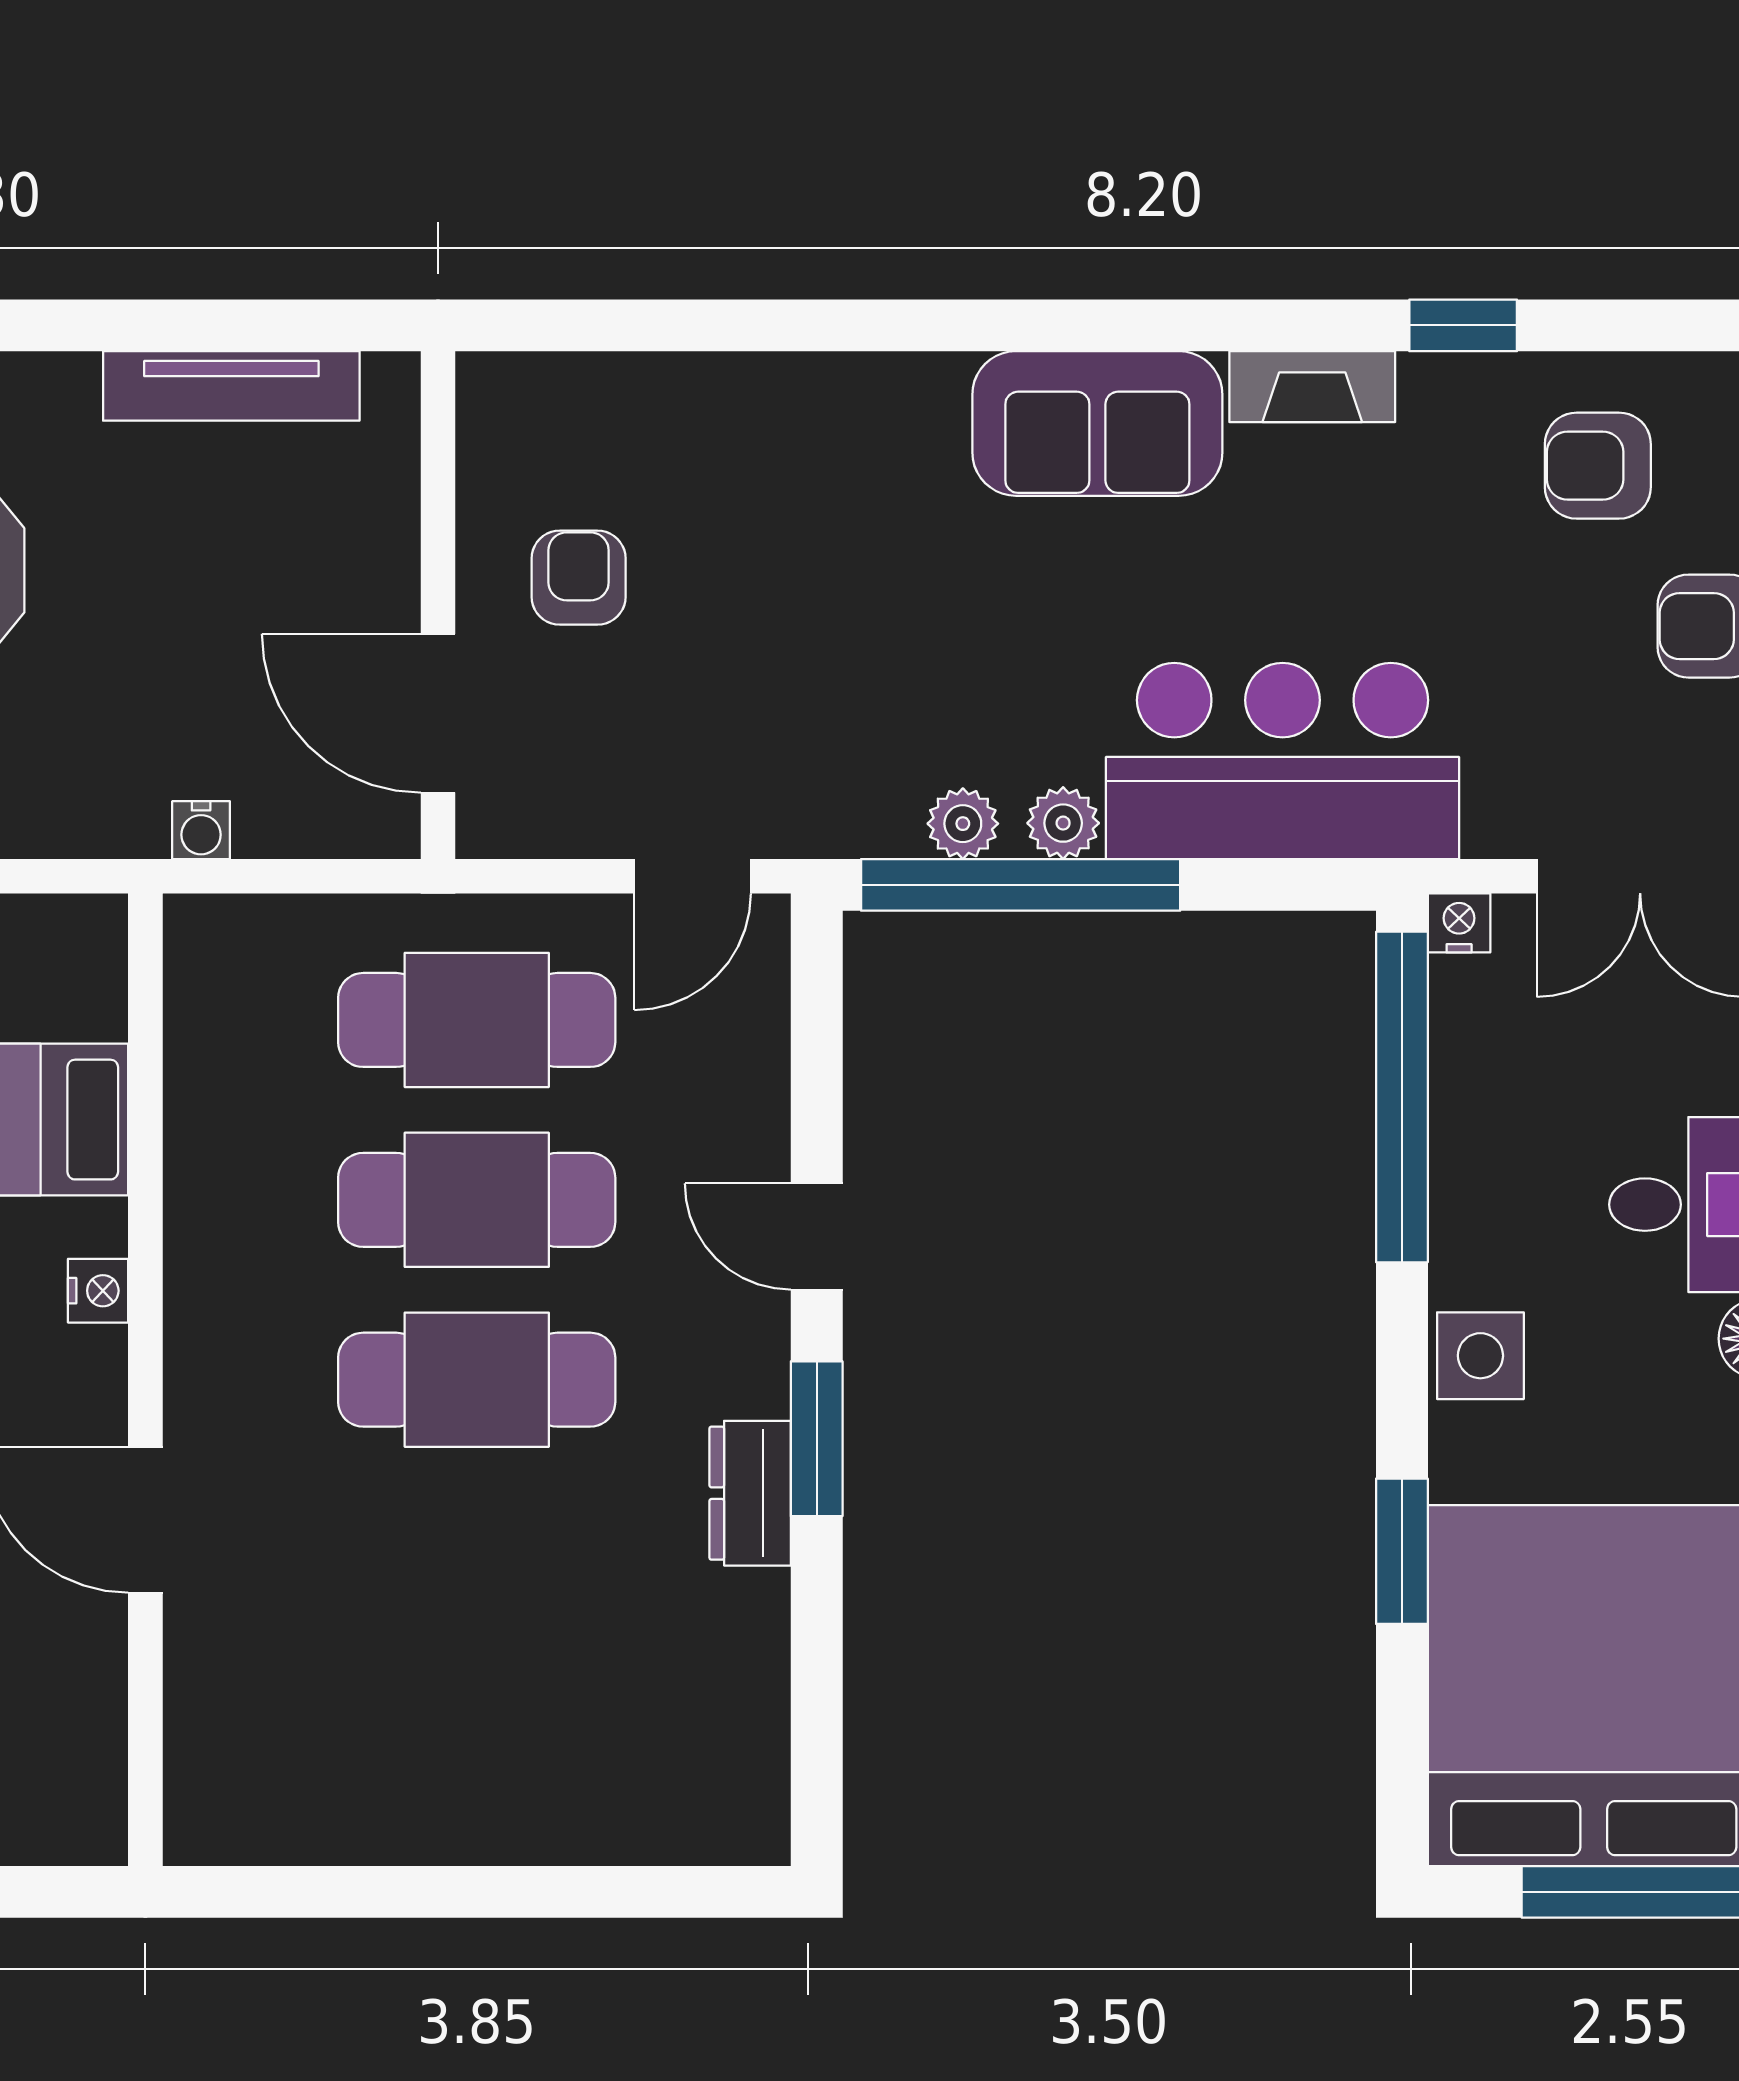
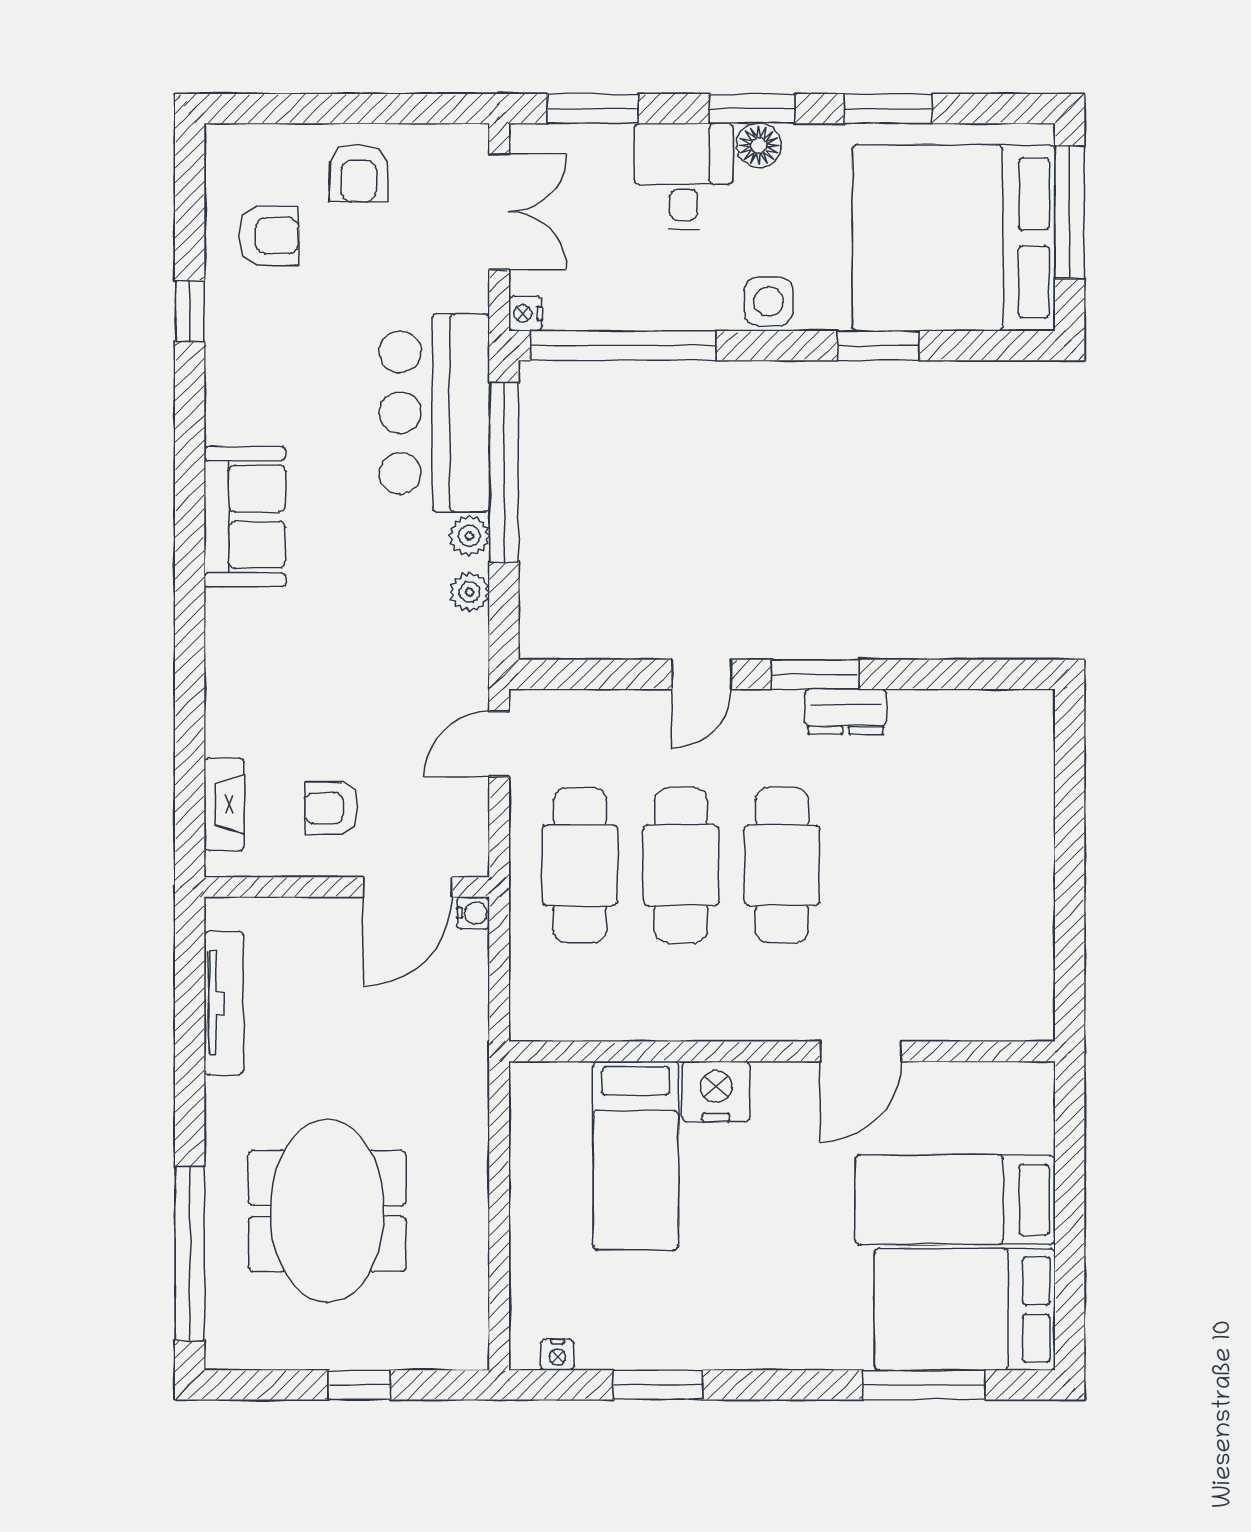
fireplace: (1312, 387) -> (224, 804), moved
armchair: (1598, 466) -> (268, 236), turned -90
water cooler: (201, 830) -> (473, 913), moved
door: (693, 876) -> (499, 744), swing flipped
window: (1021, 885) -> (504, 472), moved
nightstand: (98, 1291) -> (716, 1091), width x1.89, depth x1.79

